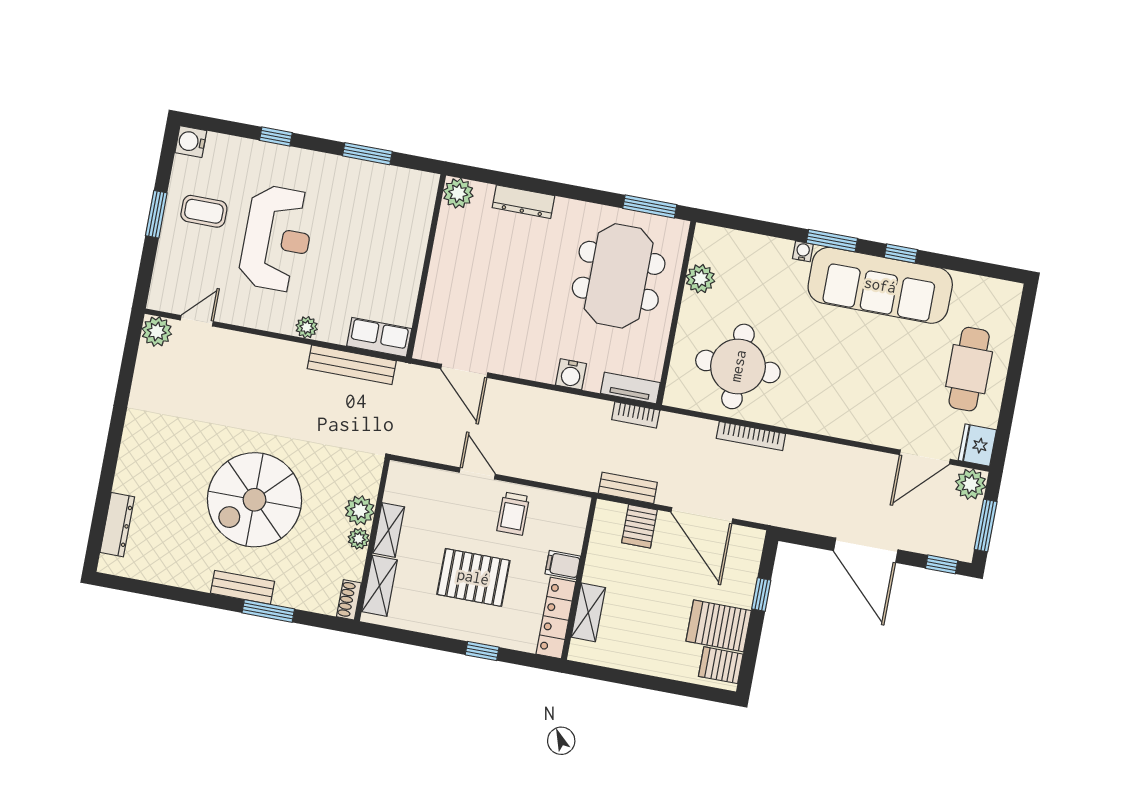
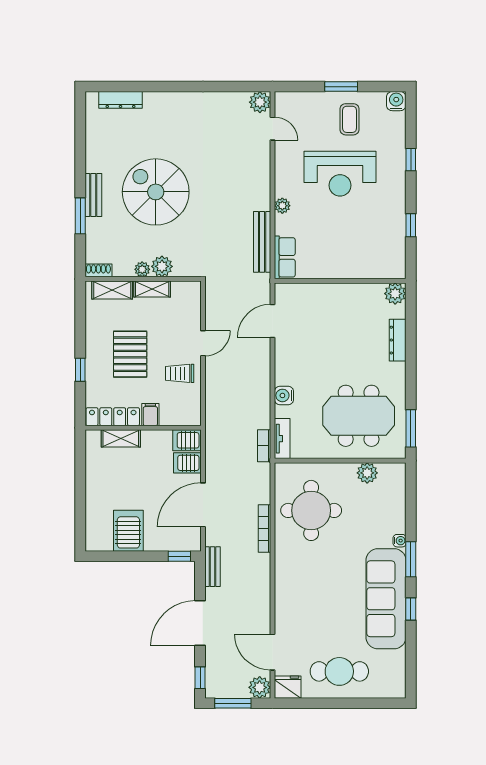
window: (367, 154) -> (411, 225), width x0.67
bench: (628, 488) -> (213, 567), moved
window: (761, 595) -> (179, 556), moved
server rack: (721, 665) -> (187, 440), moved, turned -90

